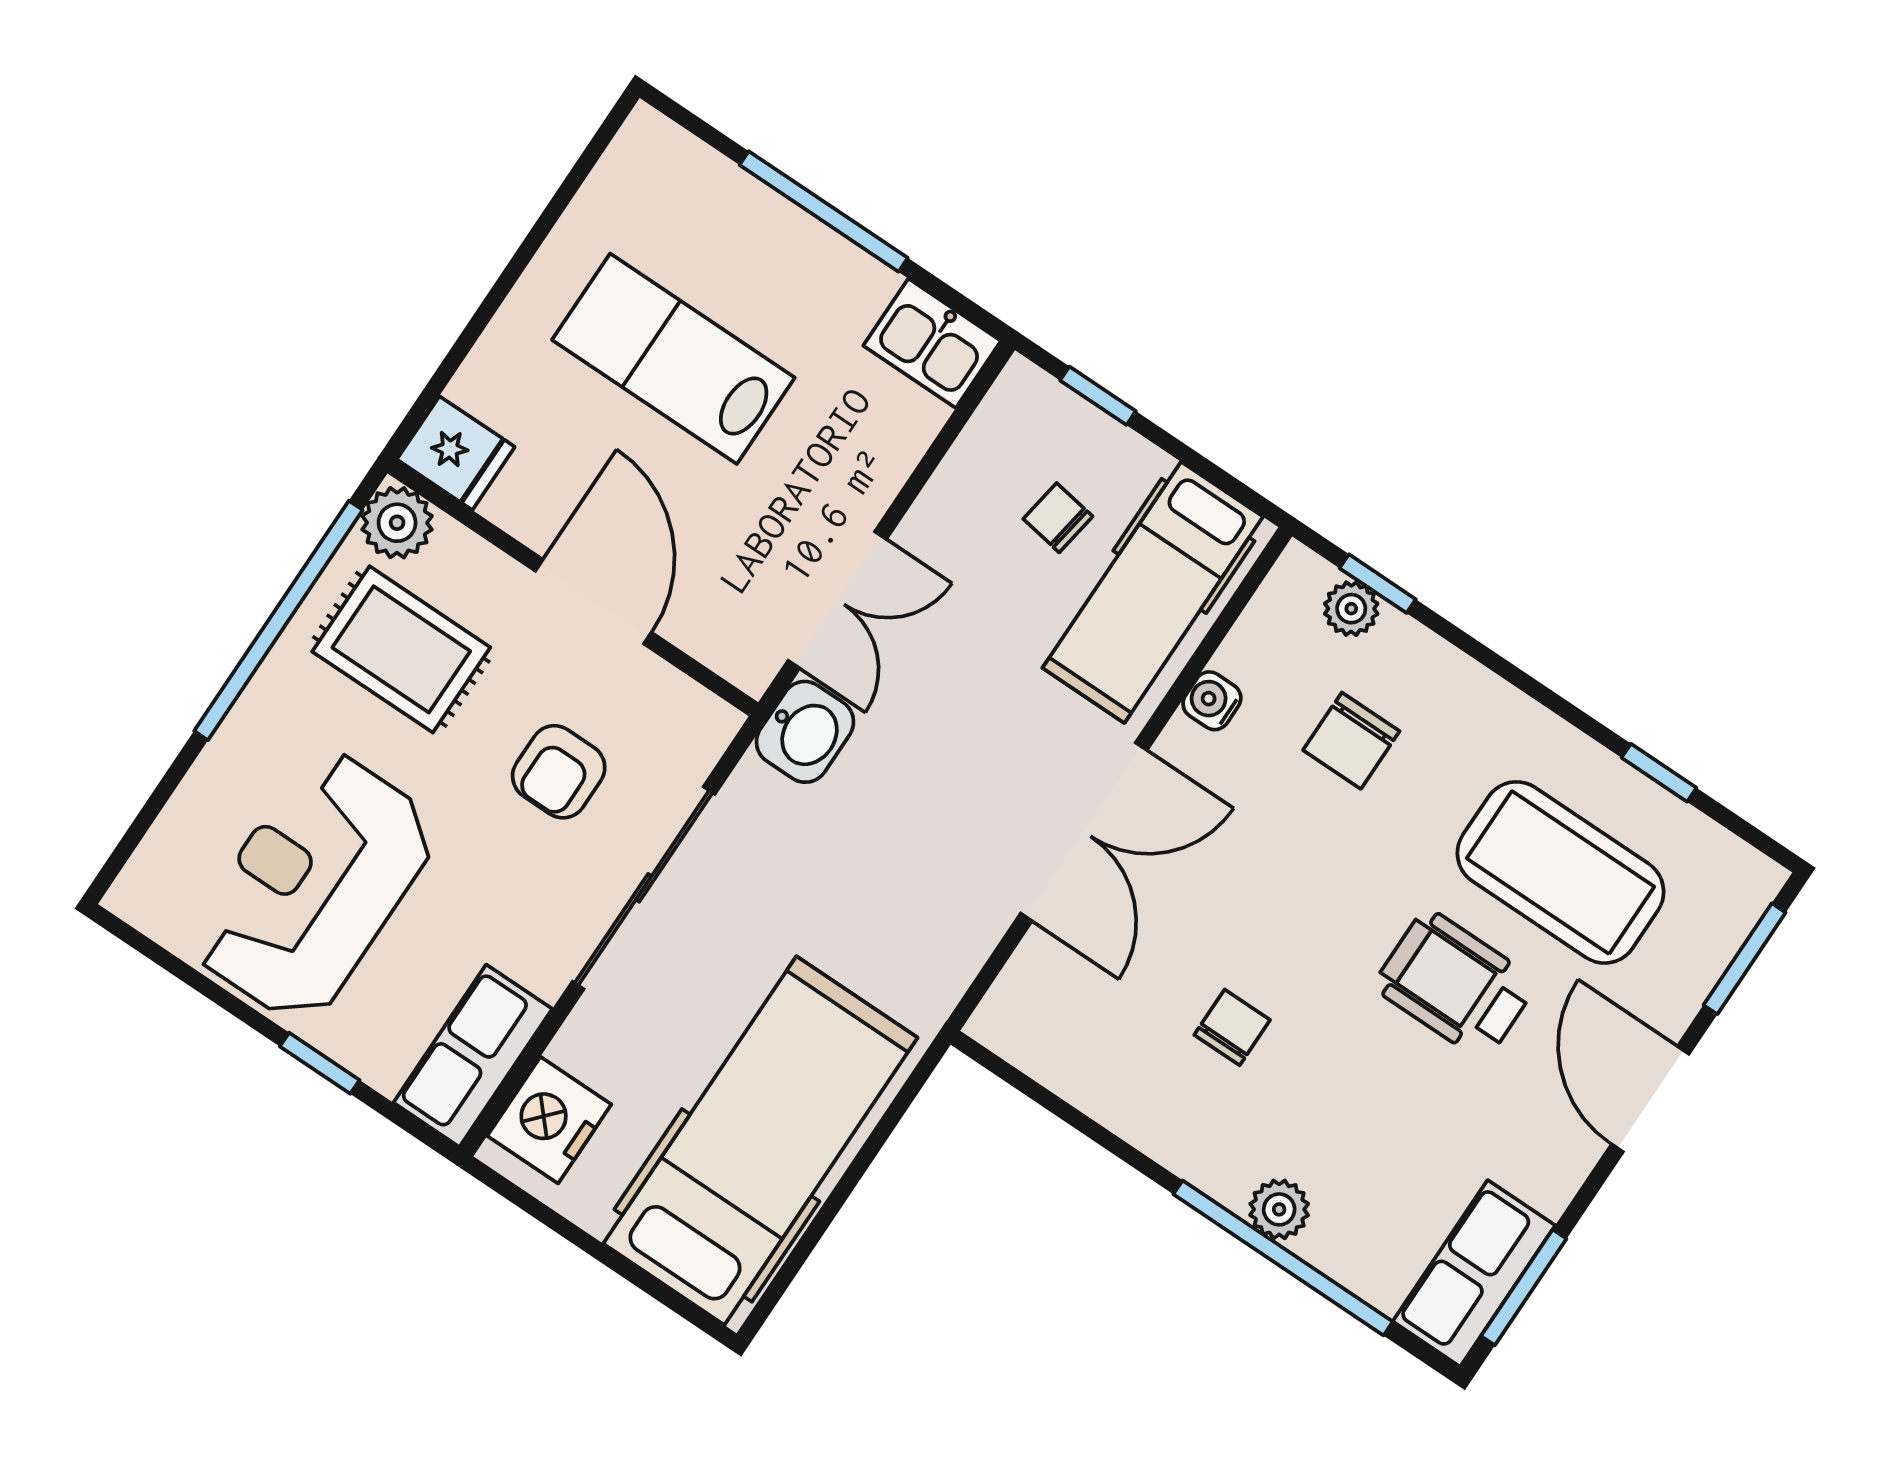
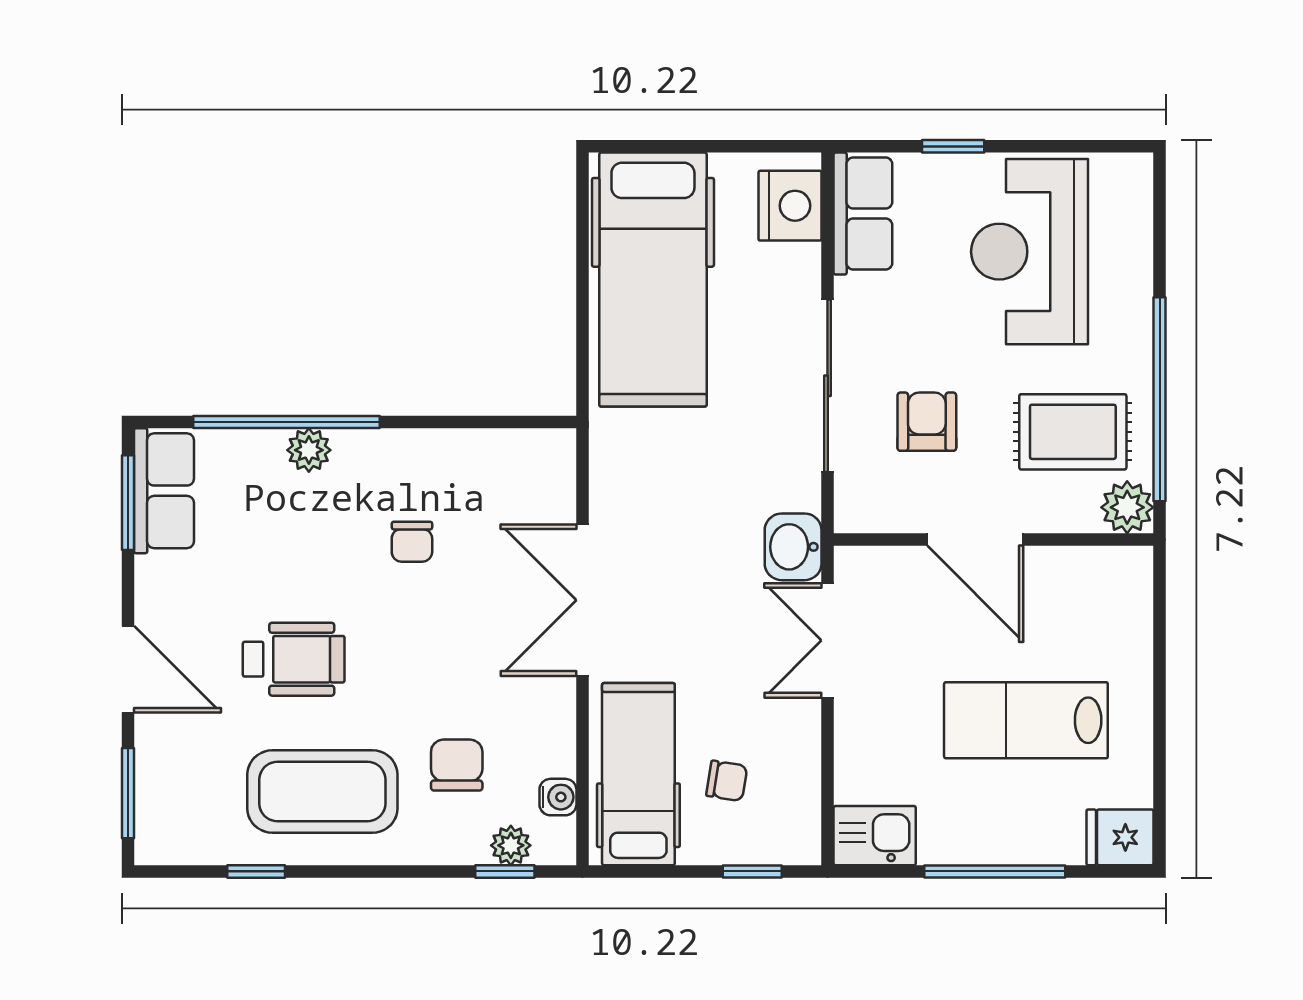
lab bench: (673, 359) -> (1026, 720), turned 180
fridge: (456, 453) -> (1120, 837), moved
water cooler: (1212, 701) -> (558, 797), moved
coffee table: (1560, 872) -> (322, 792), moved
reception desk: (313, 886) -> (1029, 252), turned 180

